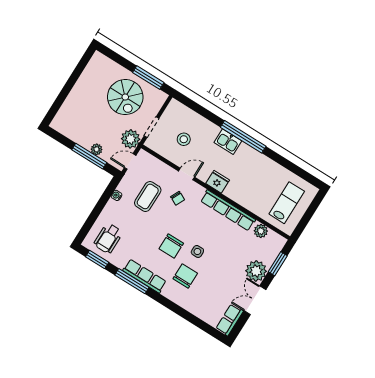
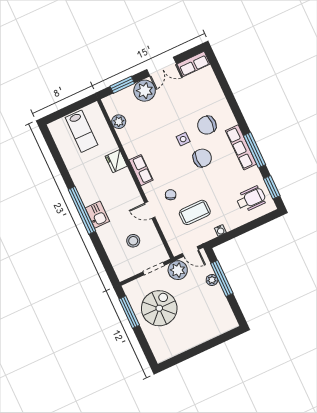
fridge: (218, 182) -> (116, 161), moved
lab bench: (287, 203) -> (81, 131), turned -90
row of seats: (228, 210) -> (141, 170), width x0.50

